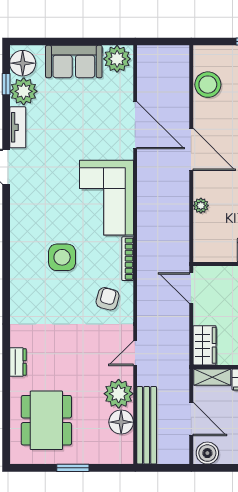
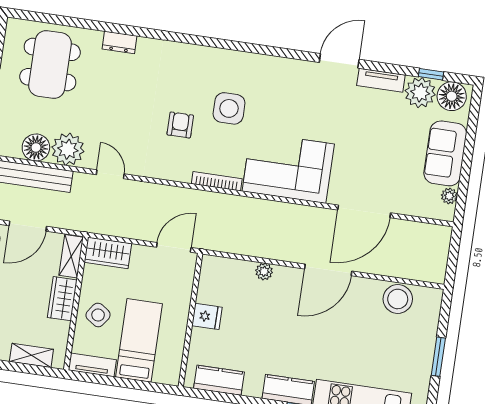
plant: (117, 59) -> (449, 196), width x0.53, depth x0.53
armchair: (108, 299) -> (180, 125), moved, turned -105
dining table: (46, 420) -> (50, 65), turned 90

